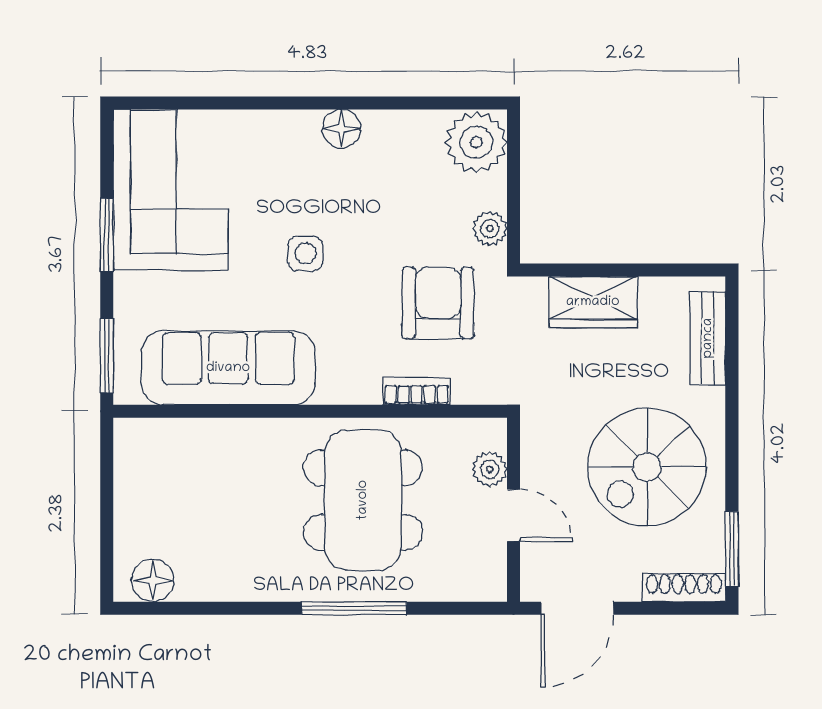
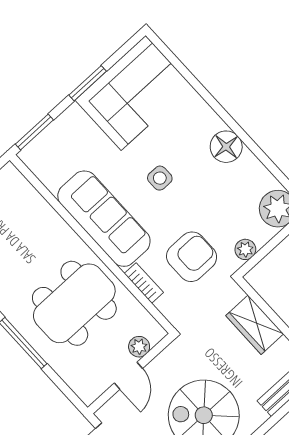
floor lamp: (341, 129) -> (226, 147), width x1.38, depth x1.38
sofa: (228, 368) -> (104, 219), moved

